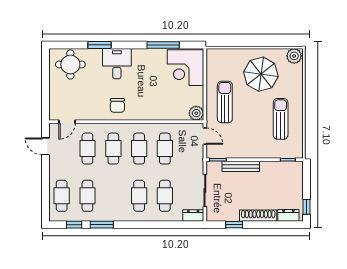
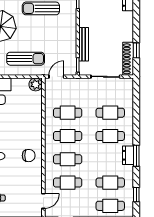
sun lounger: (225, 102) -> (26, 59), turned 180
door: (67, 122) -> (43, 201), hinge flipped
dresser: (193, 216) -> (128, 155), moved
shoe rack: (258, 216) -> (128, 59), moved
window: (102, 225) -> (136, 156), moved

